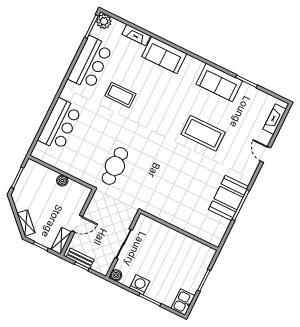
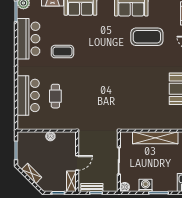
coffee table: (203, 133) -> (147, 37), moved
cafe table: (115, 166) -> (55, 96), moved, width x0.73, depth x0.74
shelving: (26, 223) -> (32, 174), moved
shelving: (175, 238) -> (155, 138), added

